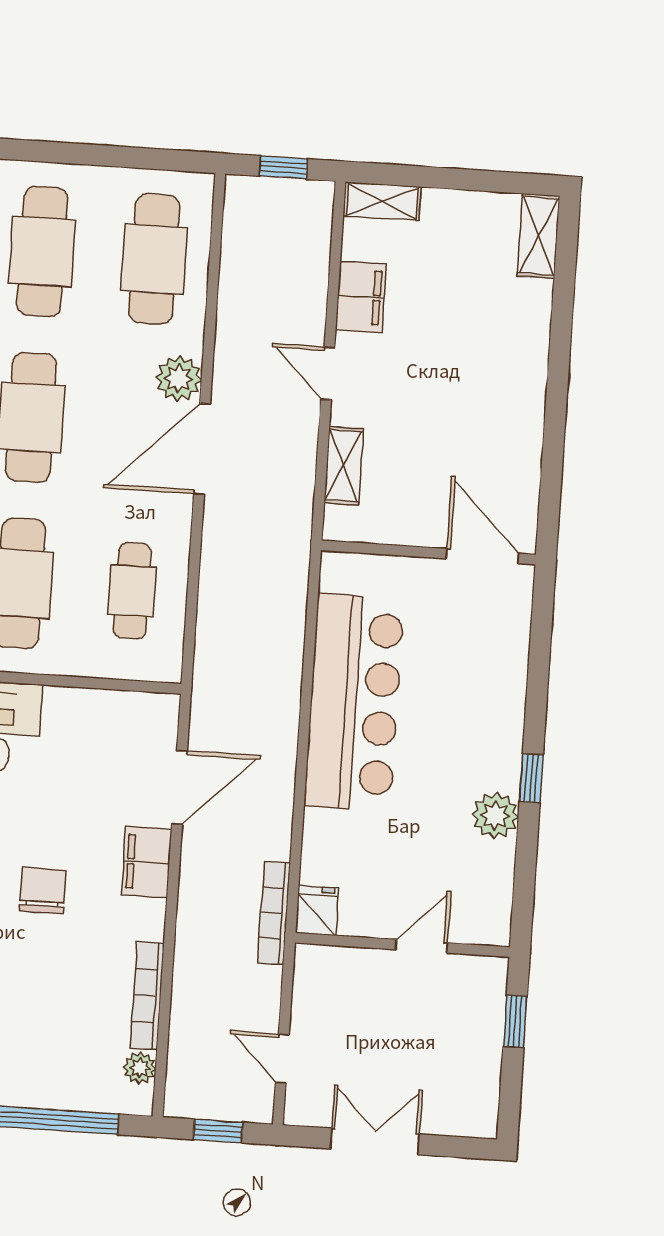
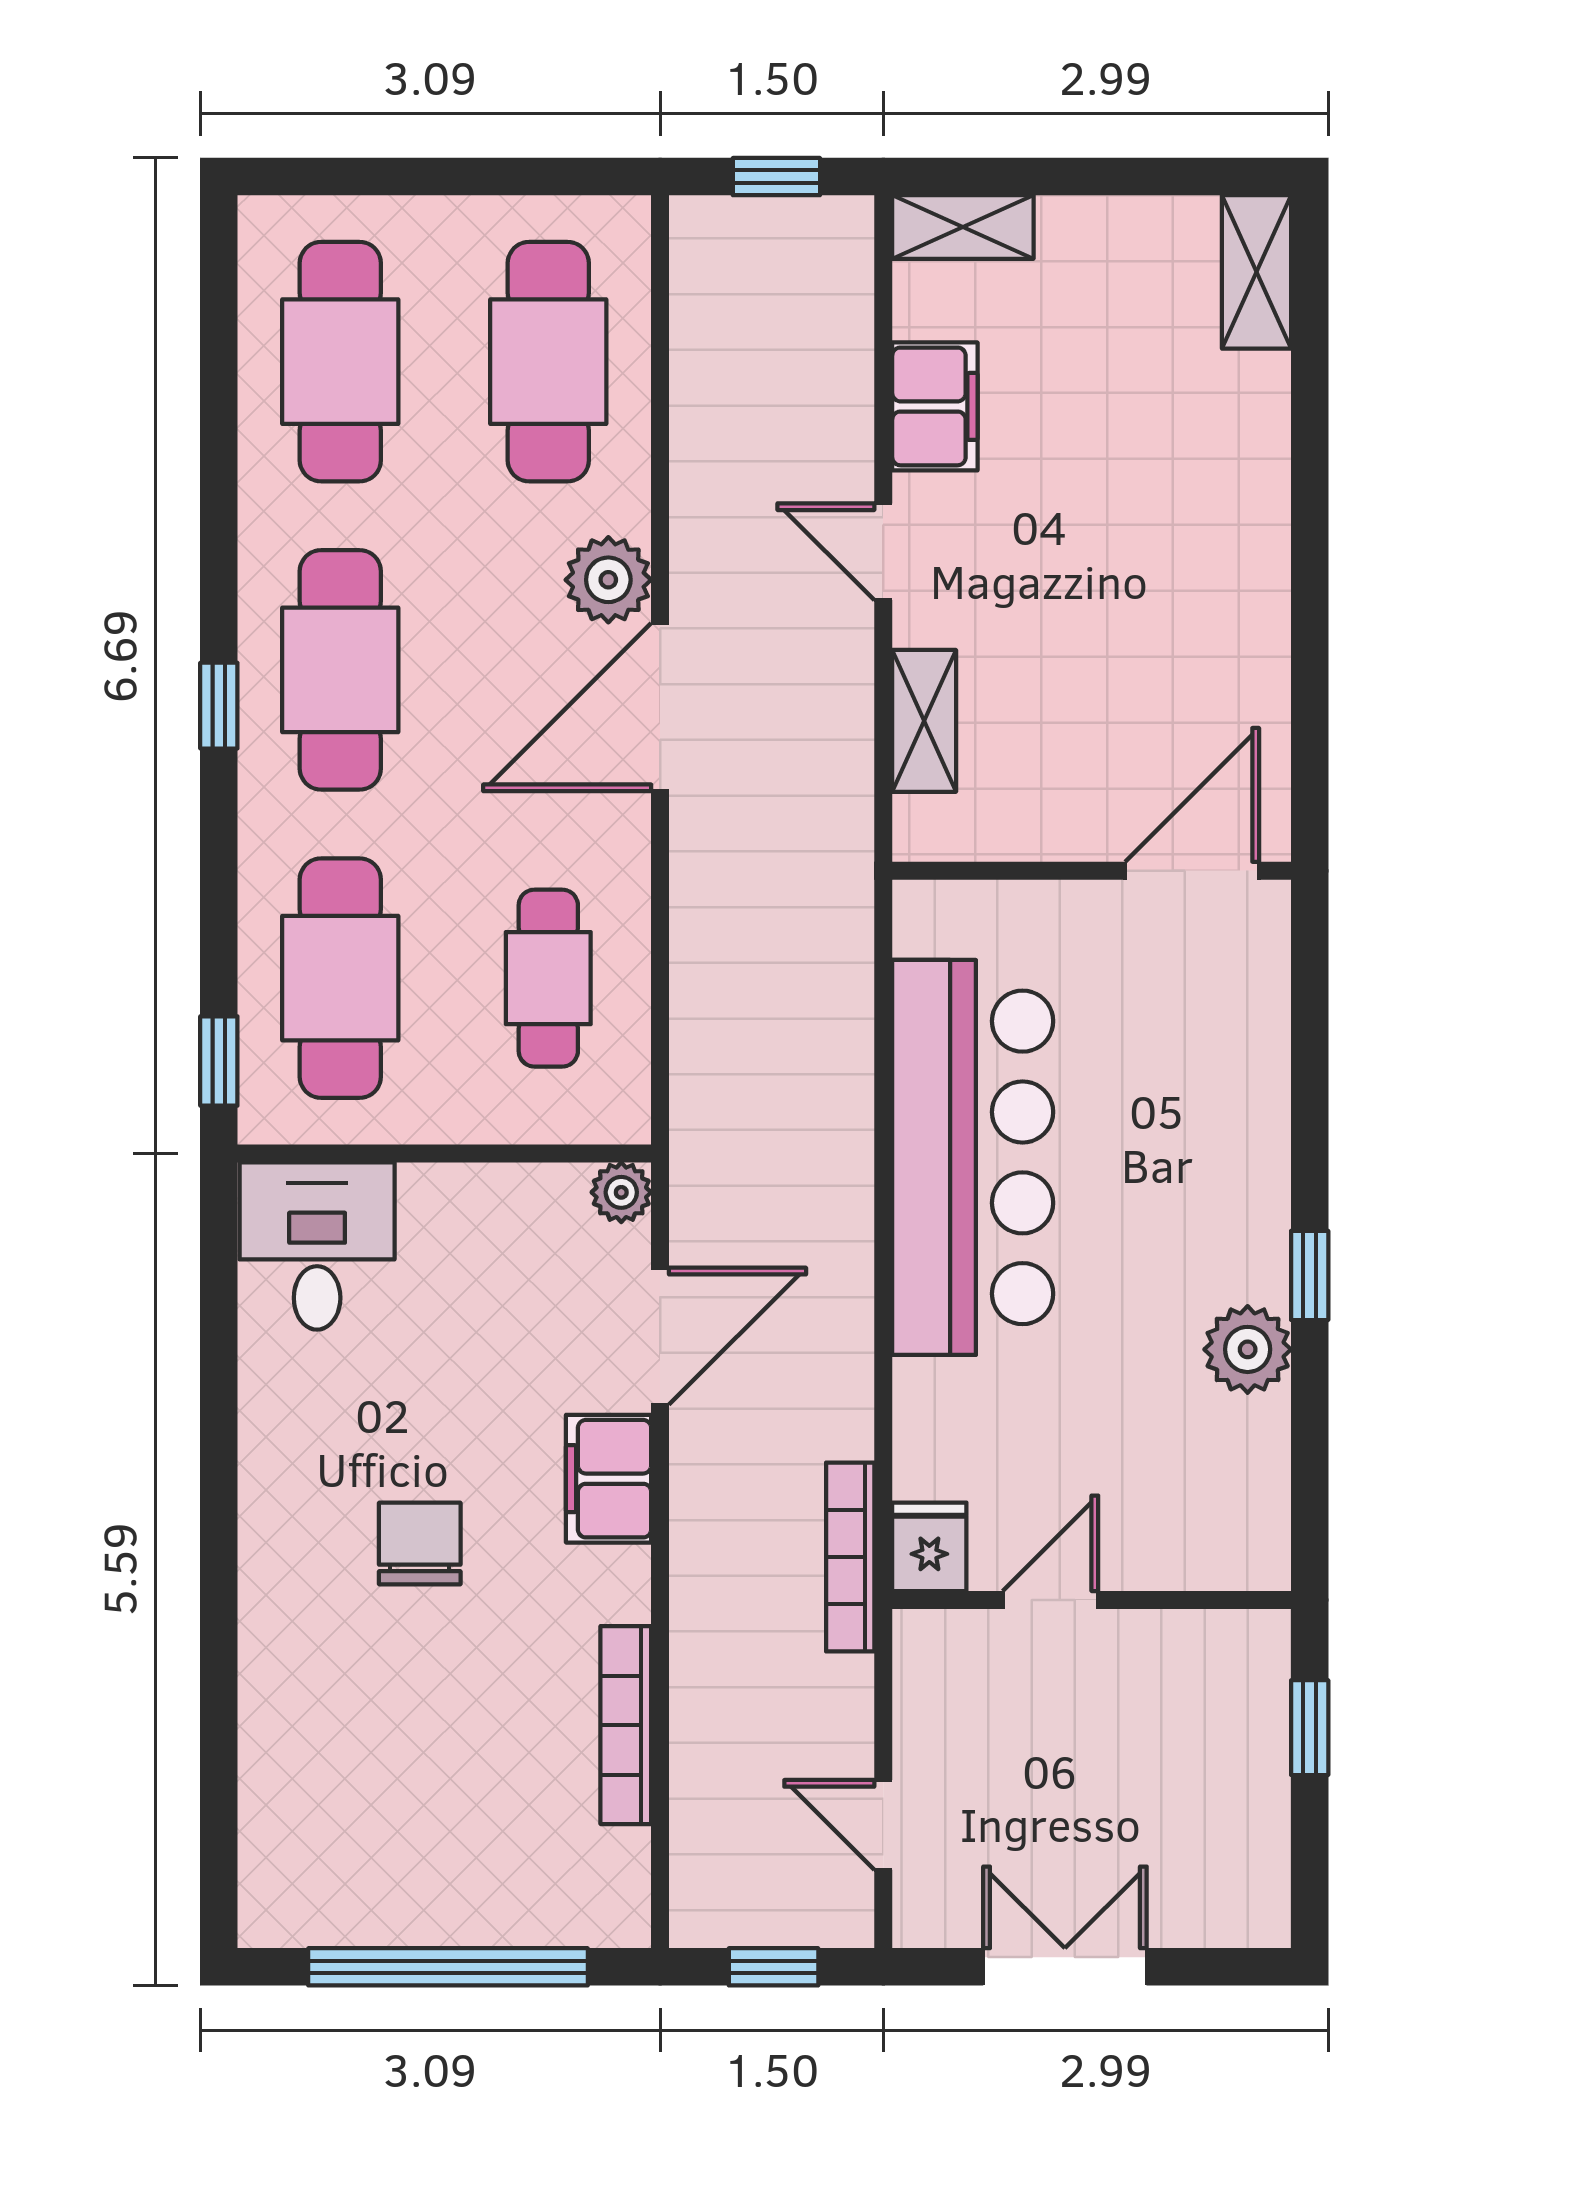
door: (483, 556) -> (1192, 871), hinge flipped
door: (422, 946) -> (1050, 1600), moved
plant: (140, 1068) -> (621, 1192), moved

